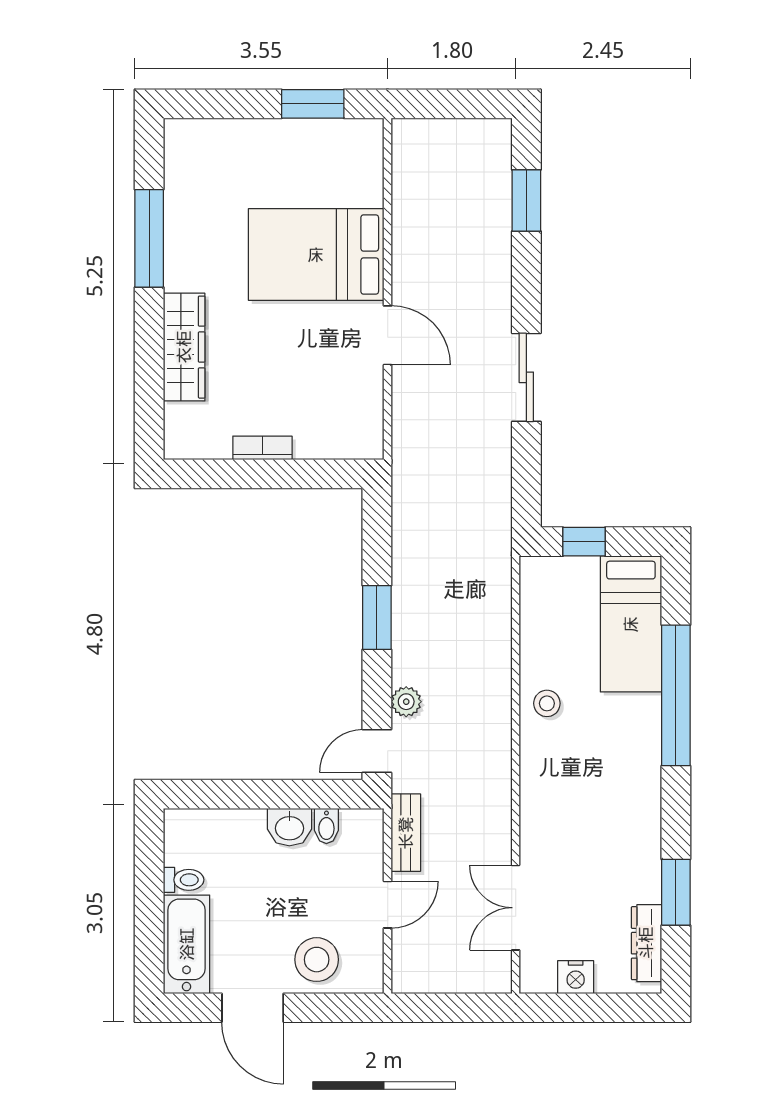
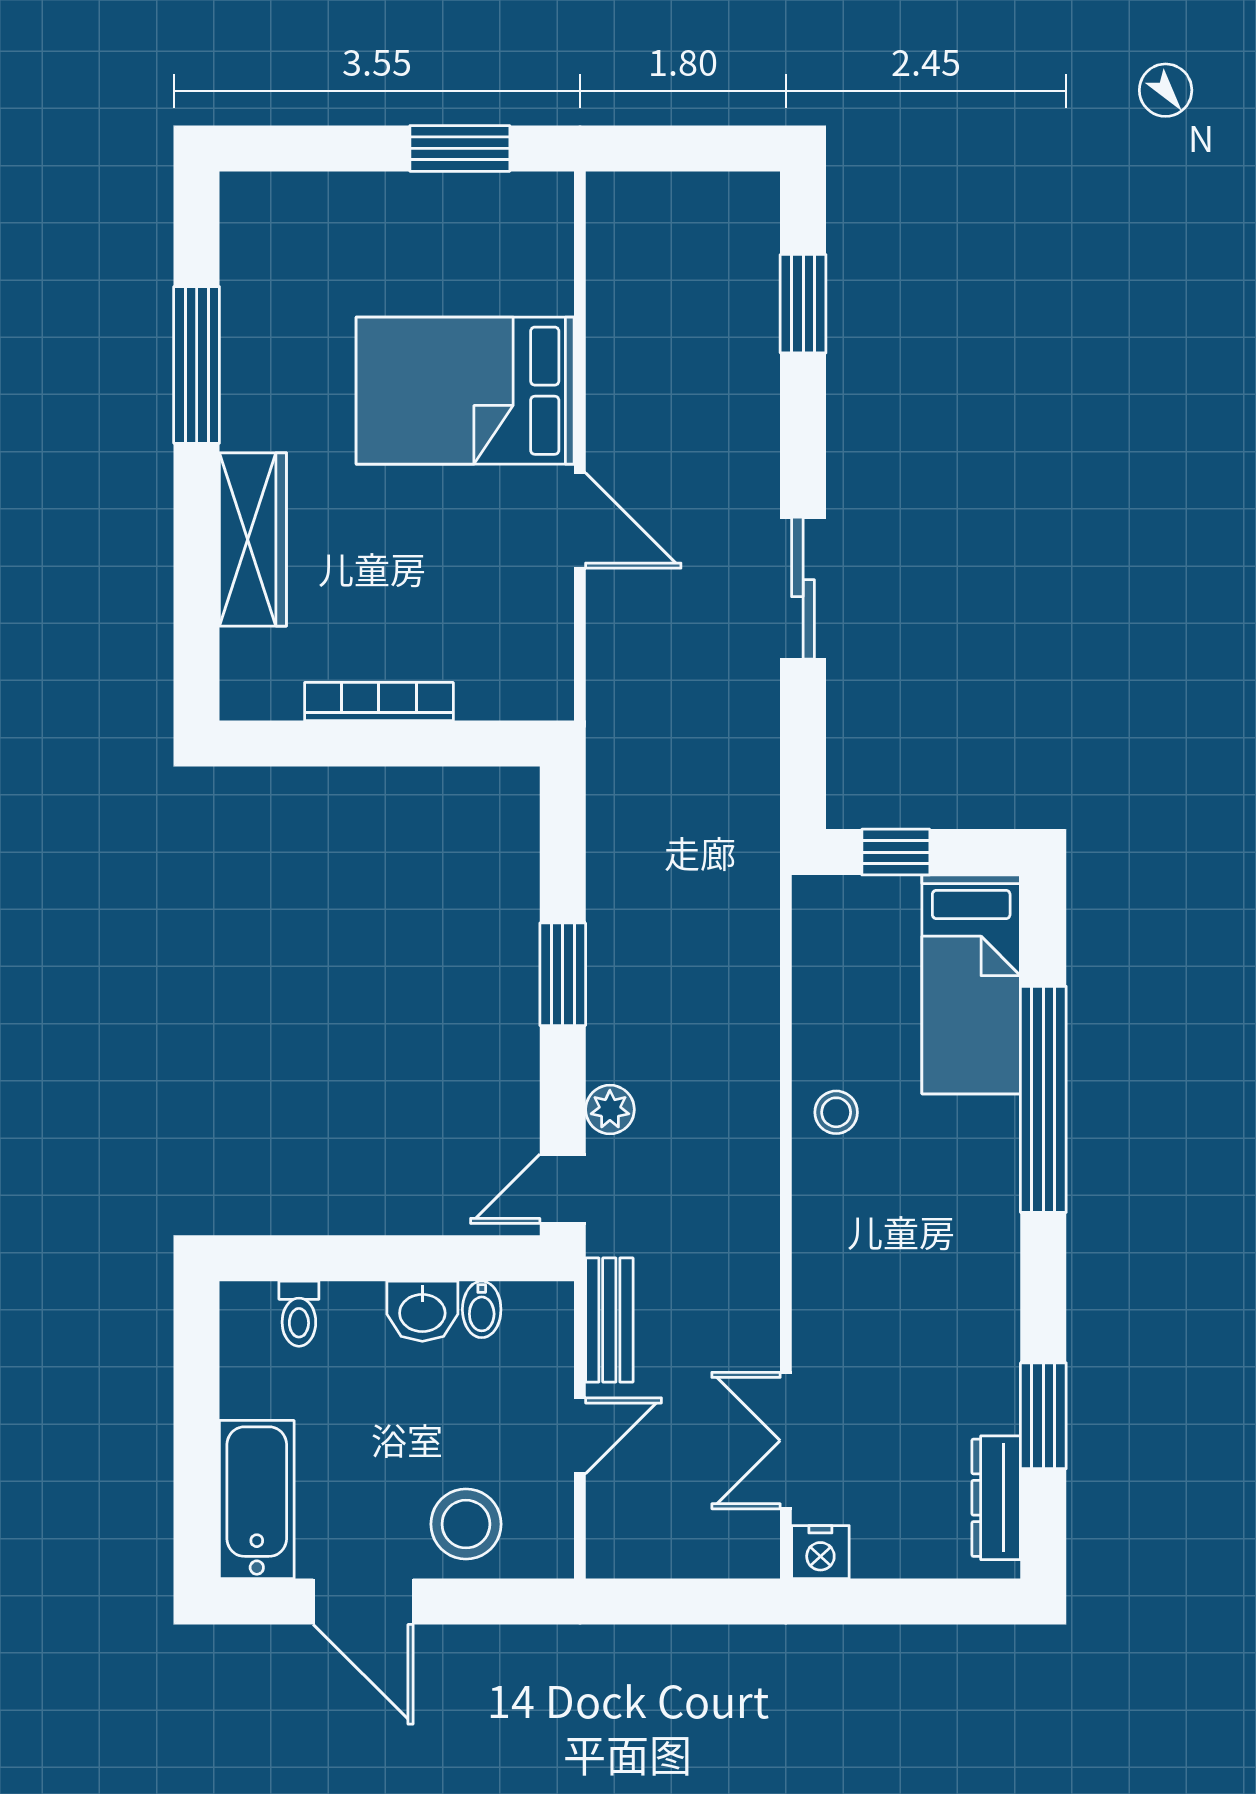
bookcase: (262, 448) -> (379, 701), width x1.56
toilet: (184, 880) -> (299, 1314), moved, turned 90
nightstand: (576, 977) -> (820, 1552), moved

